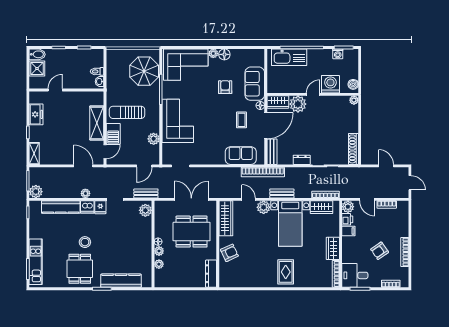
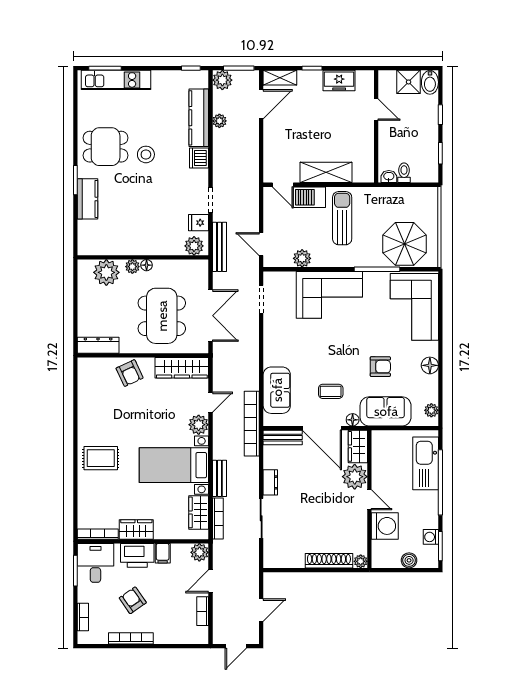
plant: (213, 53) -> (431, 410), moved
boiler: (353, 84) -> (409, 560), moved
shoe rack: (353, 149) -> (329, 561), moved
door: (83, 166) -> (261, 104), moved
plant: (85, 193) -> (219, 121), moved
bench: (146, 193) -> (219, 247), width x1.36
bench: (282, 193) -> (219, 478), moved
fridge: (100, 207) -> (199, 223), moved
printer: (347, 219) -> (137, 555), moved, width x1.87, depth x1.48
plant: (159, 264) -> (106, 272), width x1.87, depth x1.87
kitchen counter: (121, 281) -> (87, 199), width x0.67

